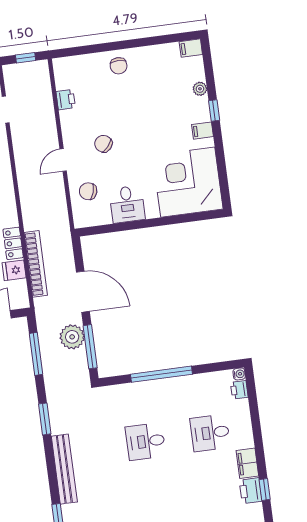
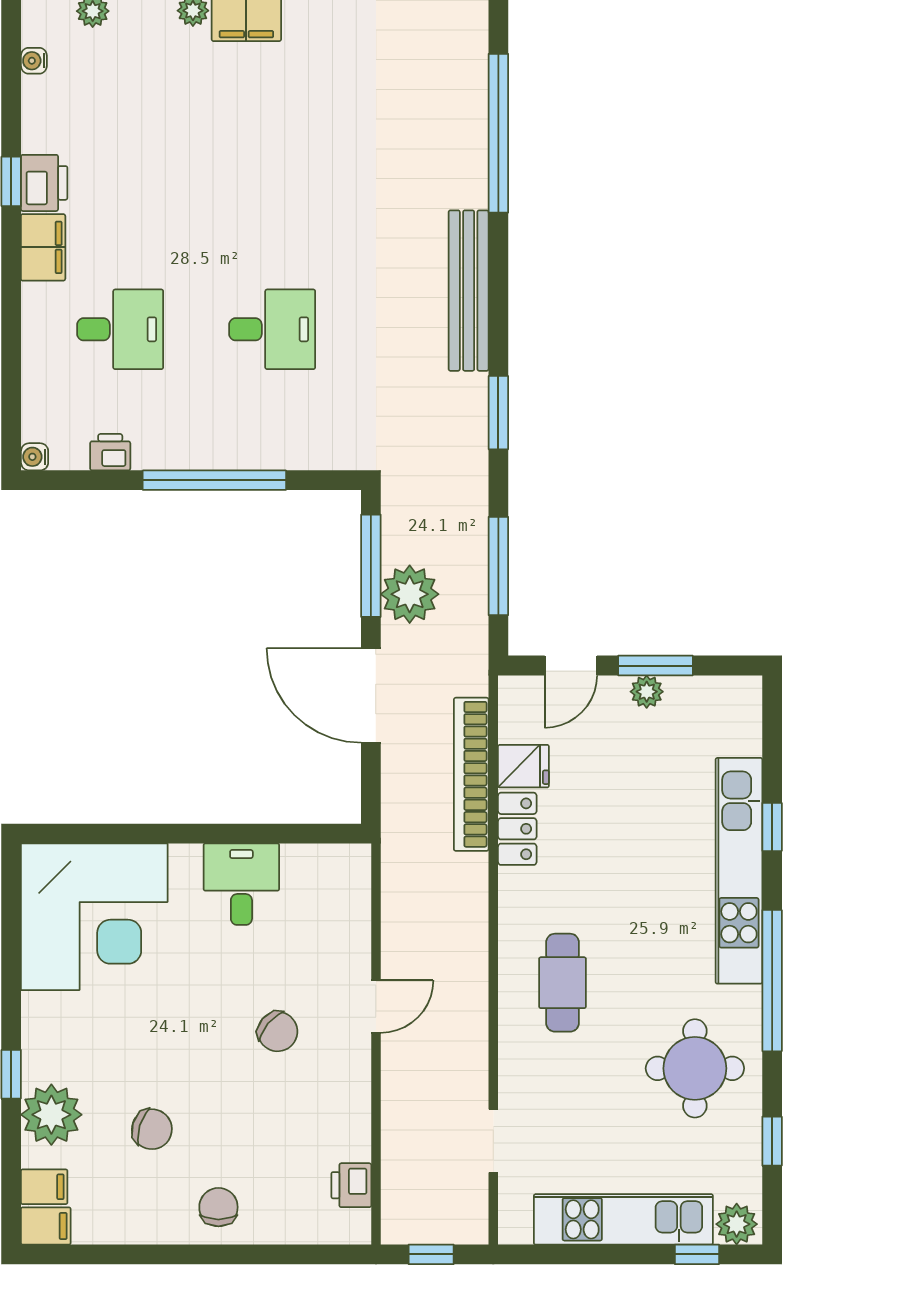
plant: (200, 89) -> (51, 1115), width x1.87, depth x1.87
printer: (66, 100) -> (351, 1185), moved
filing cabinet: (202, 131) -> (44, 1187), moved
chair: (88, 191) -> (152, 1129), moved
printer: (239, 390) -> (110, 452), moved, turned -90

